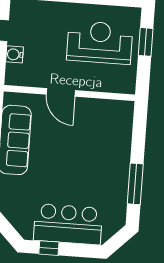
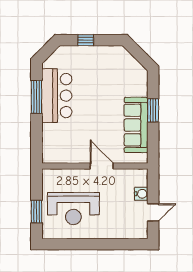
bar counter: (68, 224) -> (57, 96), moved, turned -90
window: (49, 248) -> (86, 40), moved

